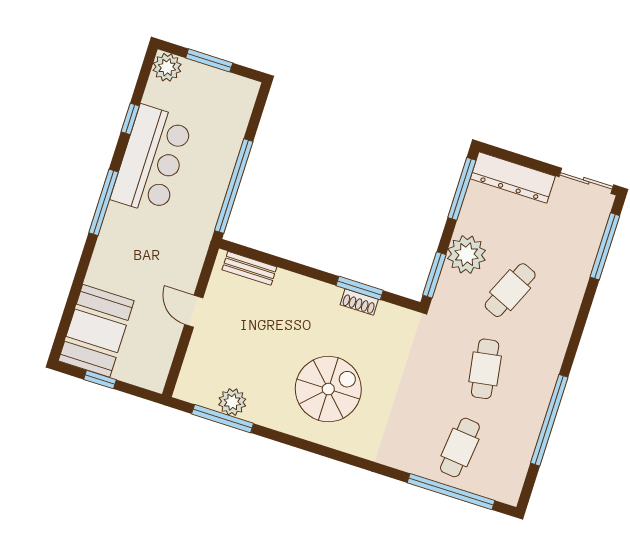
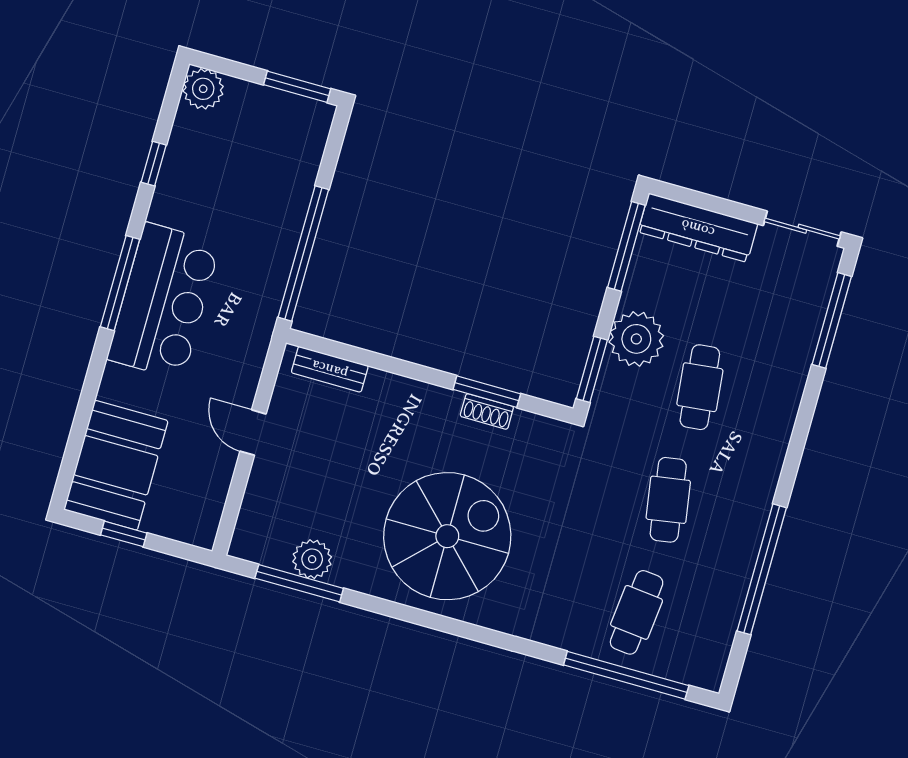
window: (209, 60) -> (297, 87), moved
bar counter: (152, 160) -> (164, 301), moved
cafe table: (510, 290) -> (700, 387), turned -30
spiral stairs: (328, 389) -> (447, 536), width x1.37, depth x1.37

